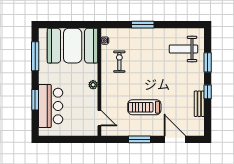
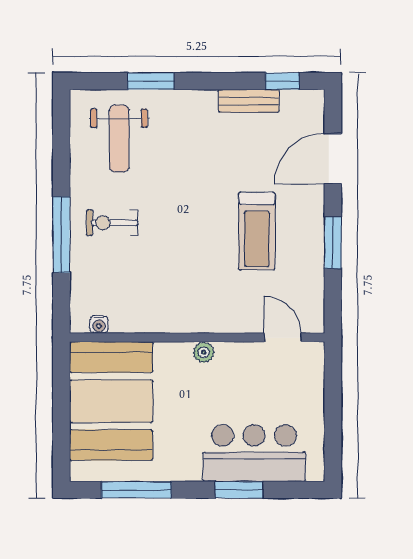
window: (143, 25) -> (61, 235), width x1.44
exercise bike: (119, 62) -> (112, 223), moved
window: (208, 92) -> (282, 81), moved
door: (99, 118) -> (283, 338), hinge flipped

